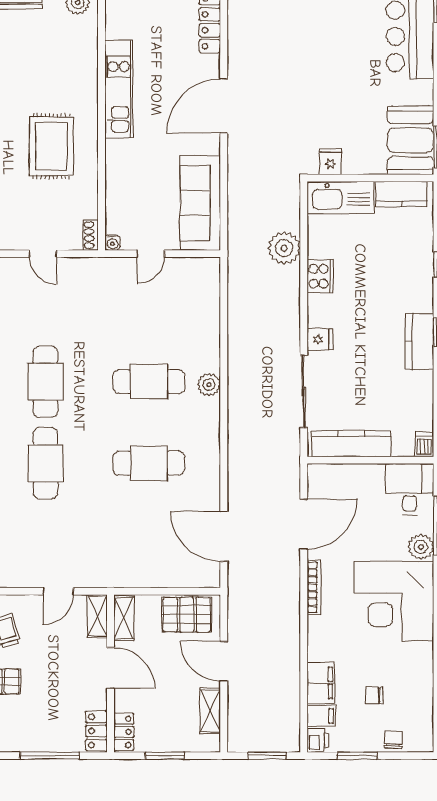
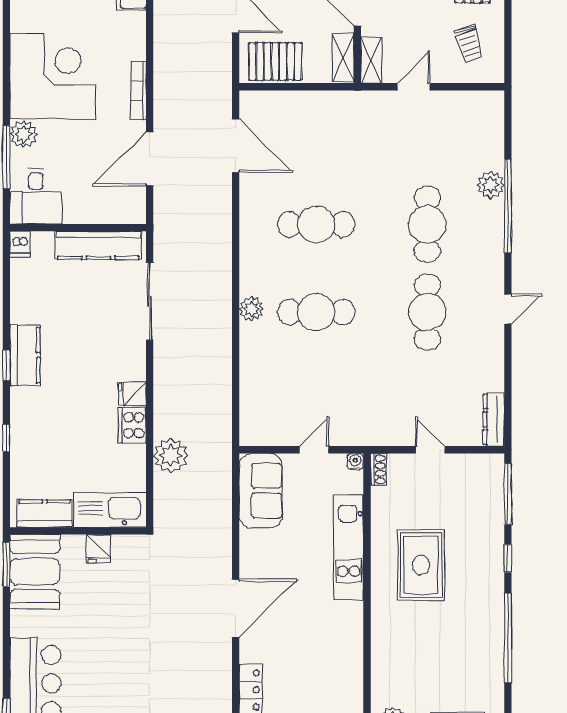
kitchen unit: (119, 89) -> (349, 547), moved
fridge: (330, 162) -> (98, 549), moved
sofa: (200, 203) -> (261, 491), width x0.73
fridge: (320, 339) -> (132, 394), moved

